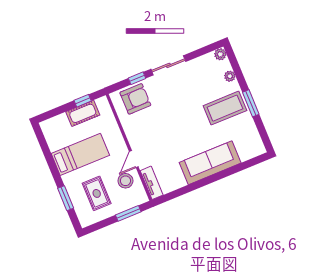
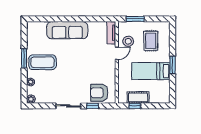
window: (66, 198) -> (173, 65), moved

